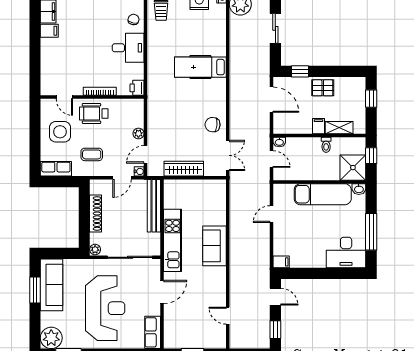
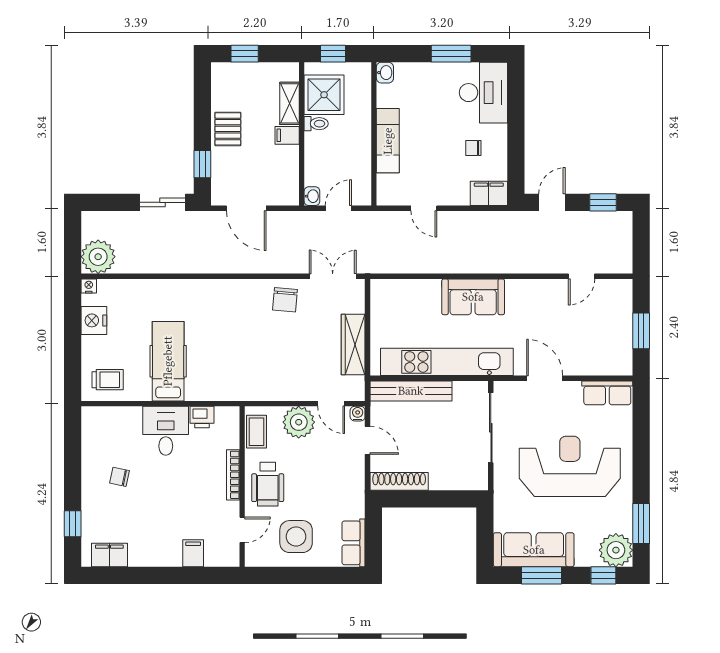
chair: (134, 20) -> (120, 477), moved
sliding door: (275, 28) -> (162, 202), moved
filing cabinet: (49, 31) -> (193, 553), moved
hospital bed: (200, 67) -> (168, 361), moved, turned 180
printer: (137, 88) -> (202, 417), moved
door: (272, 100) -> (246, 208), swing flipped
plant: (138, 134) -> (299, 422), width x1.88, depth x1.88
coffee table: (92, 154) -> (257, 432), moved
shower: (353, 168) -> (324, 95), moved
exam couch: (323, 194) -> (388, 141), width x0.73, depth x0.69
shoe rack: (96, 213) -> (399, 481), moved
window: (371, 232) -> (451, 54), width x0.69
kitchen unit: (173, 240) -> (447, 362), width x1.36
chair: (310, 246) -> (473, 148), added
plant: (95, 250) -> (479, 482), removed
filing cabinet: (281, 262) -> (489, 193), width x2.00
window: (35, 330) -> (603, 575), added

